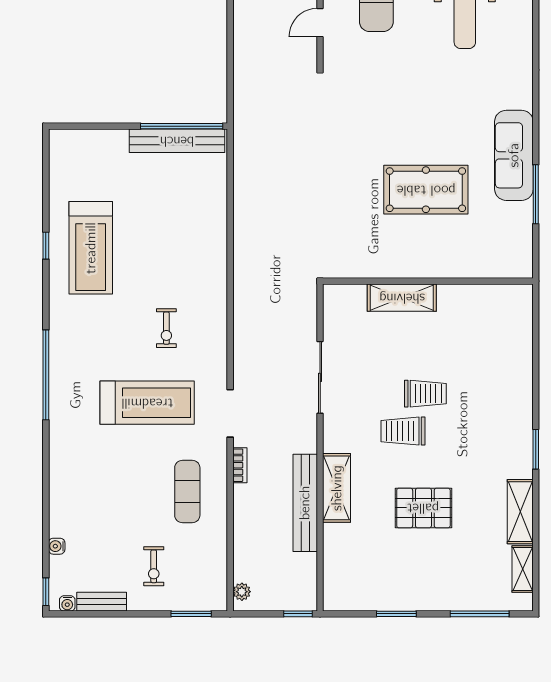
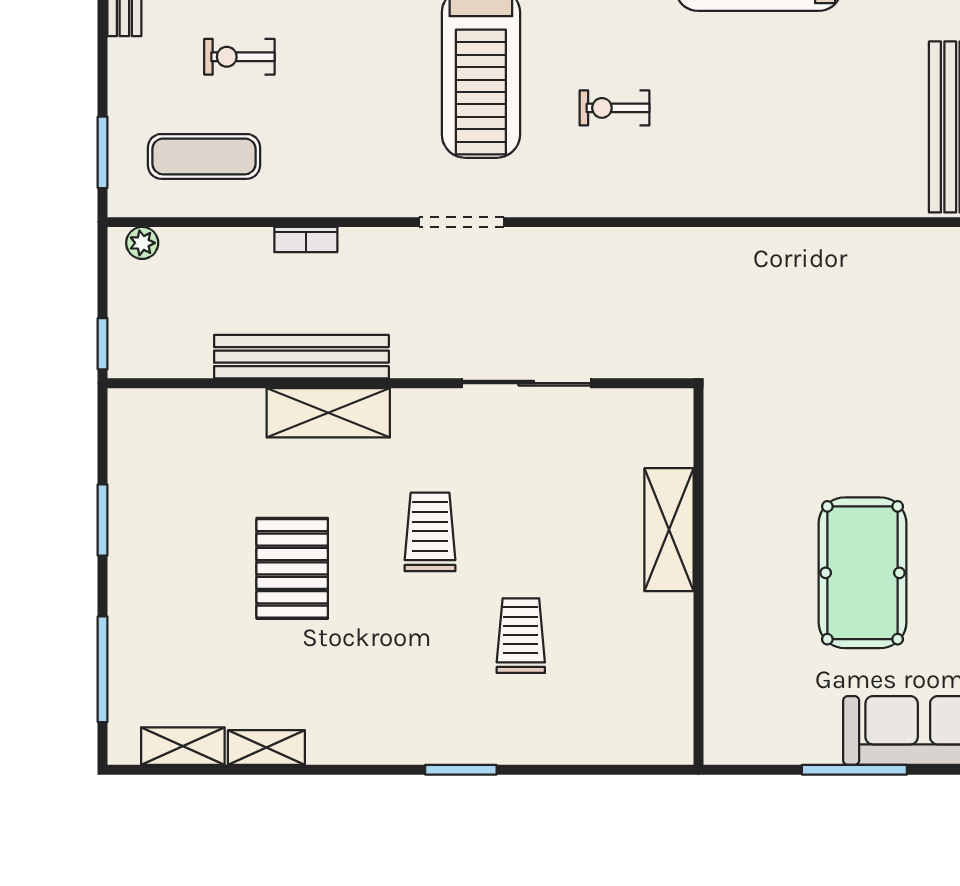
trolley: (425, 394) -> (521, 636), moved, turned 180
window: (536, 449) -> (461, 770), moved
bookcase: (240, 465) -> (306, 240), moved
exercise mat: (187, 491) -> (204, 156), moved
shelving: (520, 512) -> (266, 748), width x0.67, depth x0.75
exercise bike: (154, 566) -> (239, 57), moved

